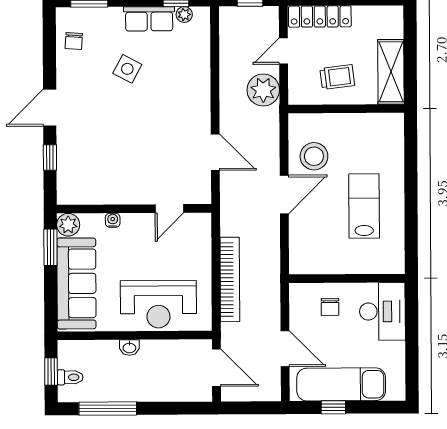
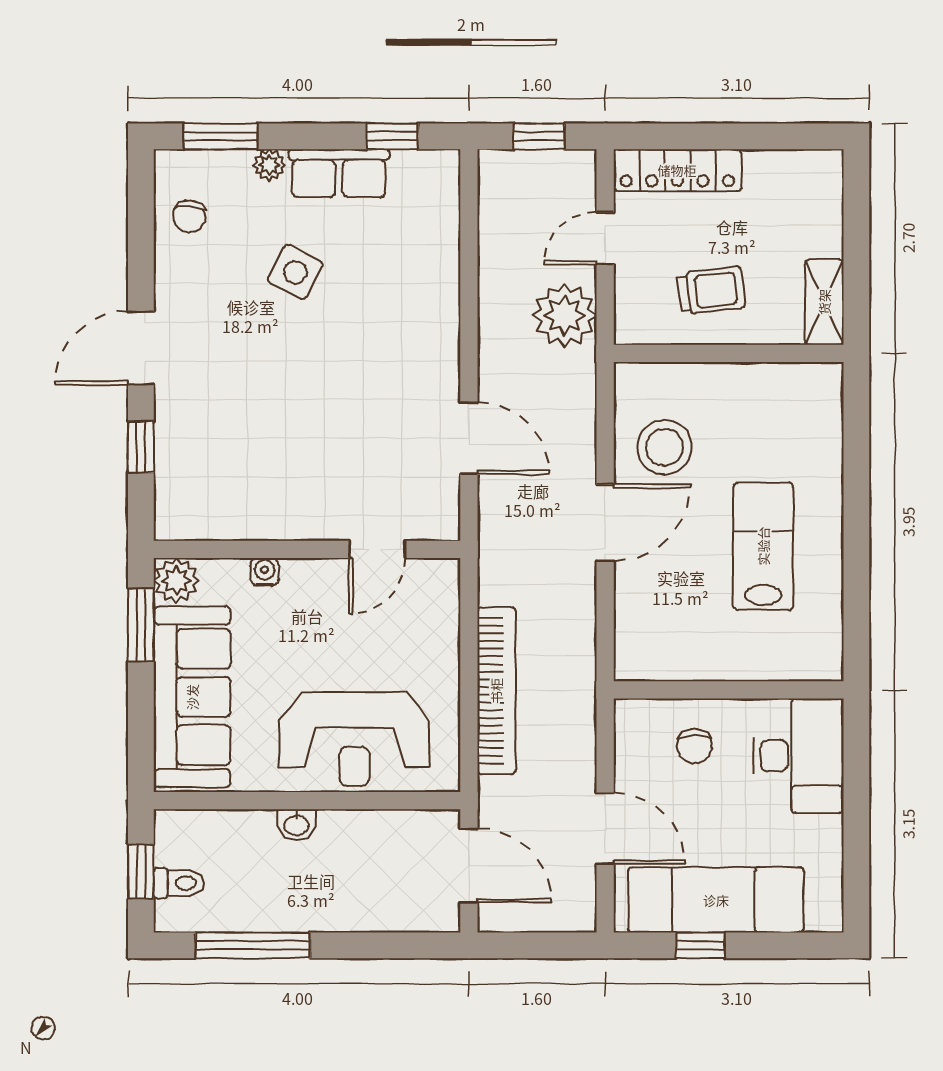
plant: (184, 15) -> (269, 165), moved
shelving: (391, 72) -> (824, 302), width x0.67, depth x0.75

